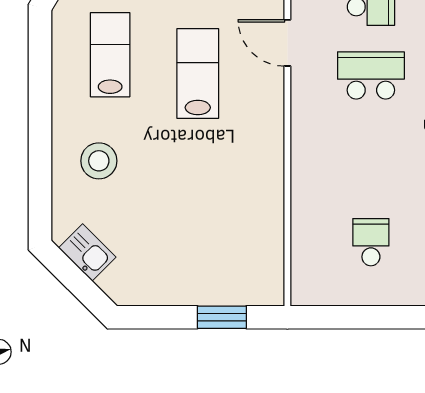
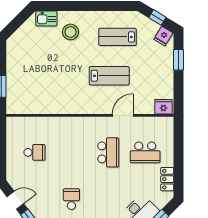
lab bench: (110, 55) -> (117, 37), turned 180
kitchen sink: (87, 252) -> (46, 18), moved, turned 45

